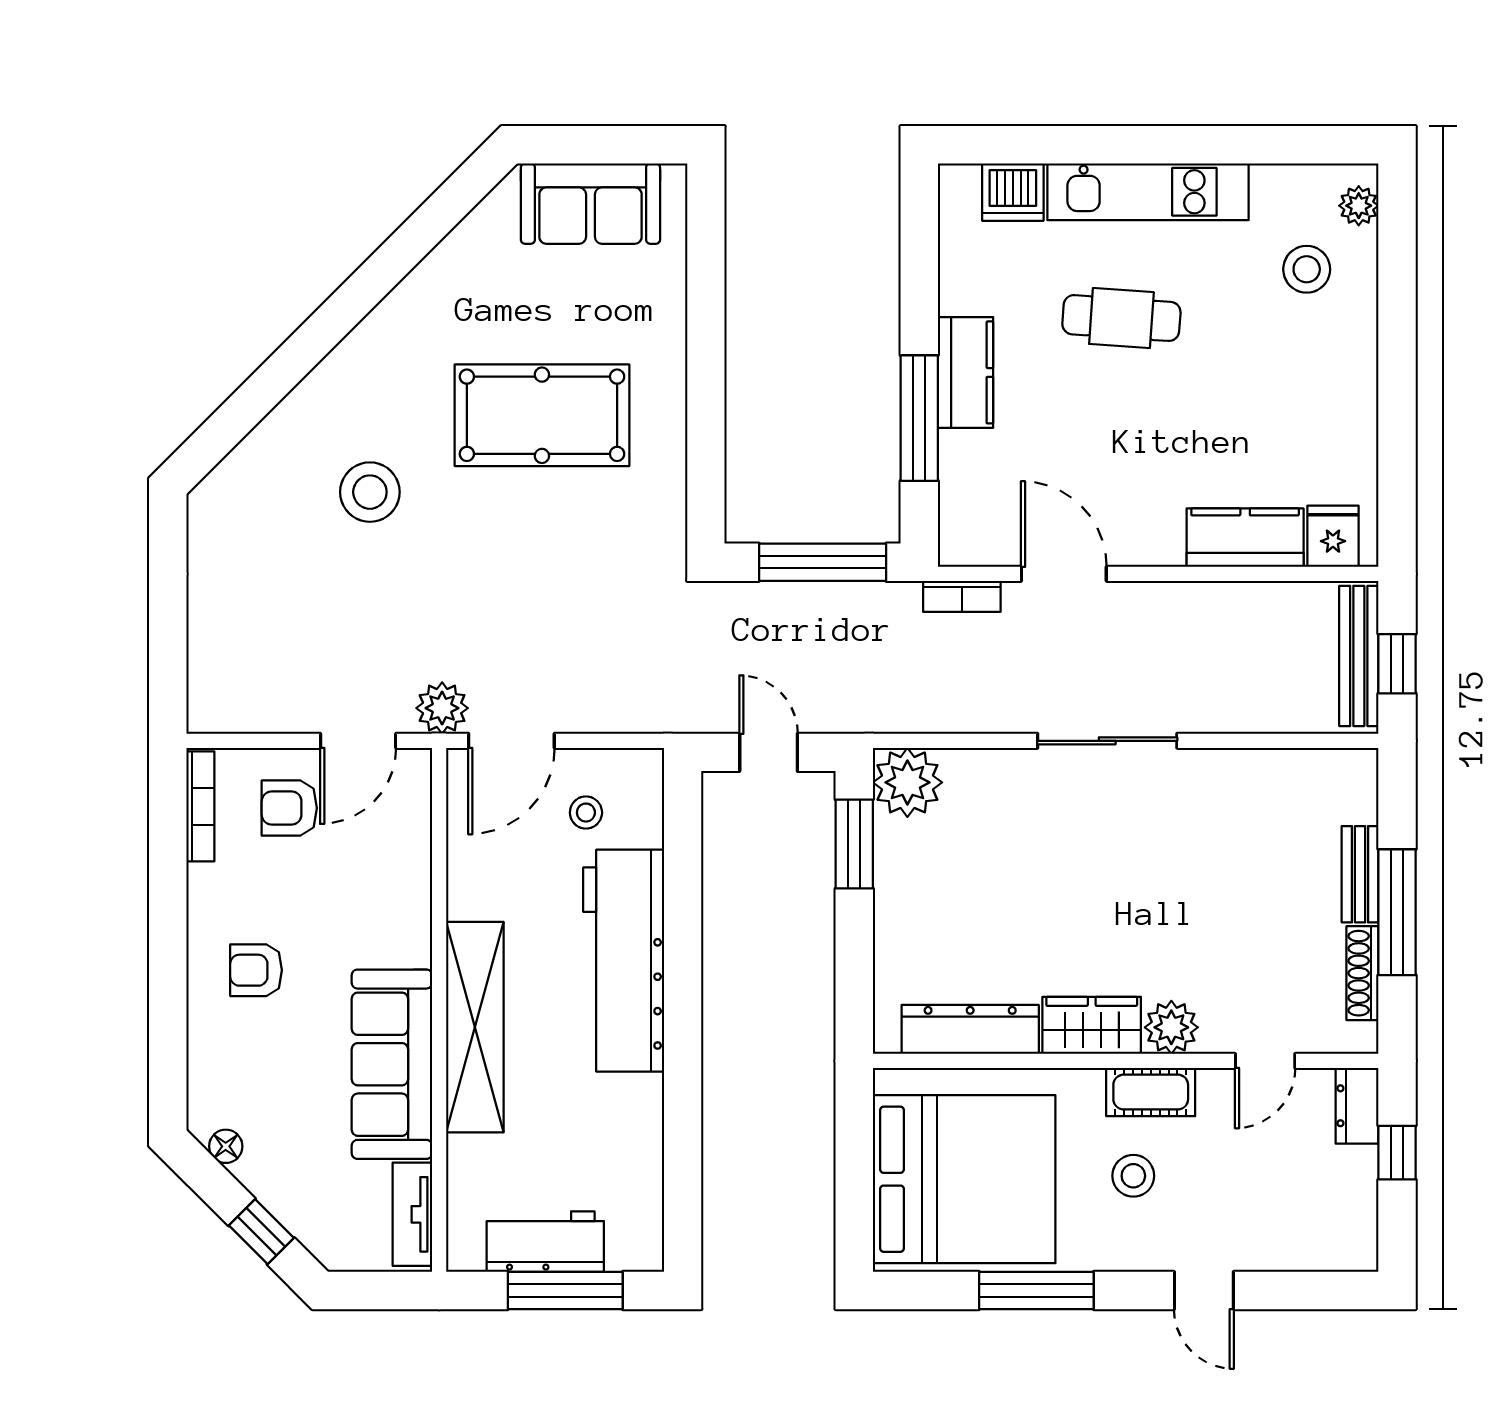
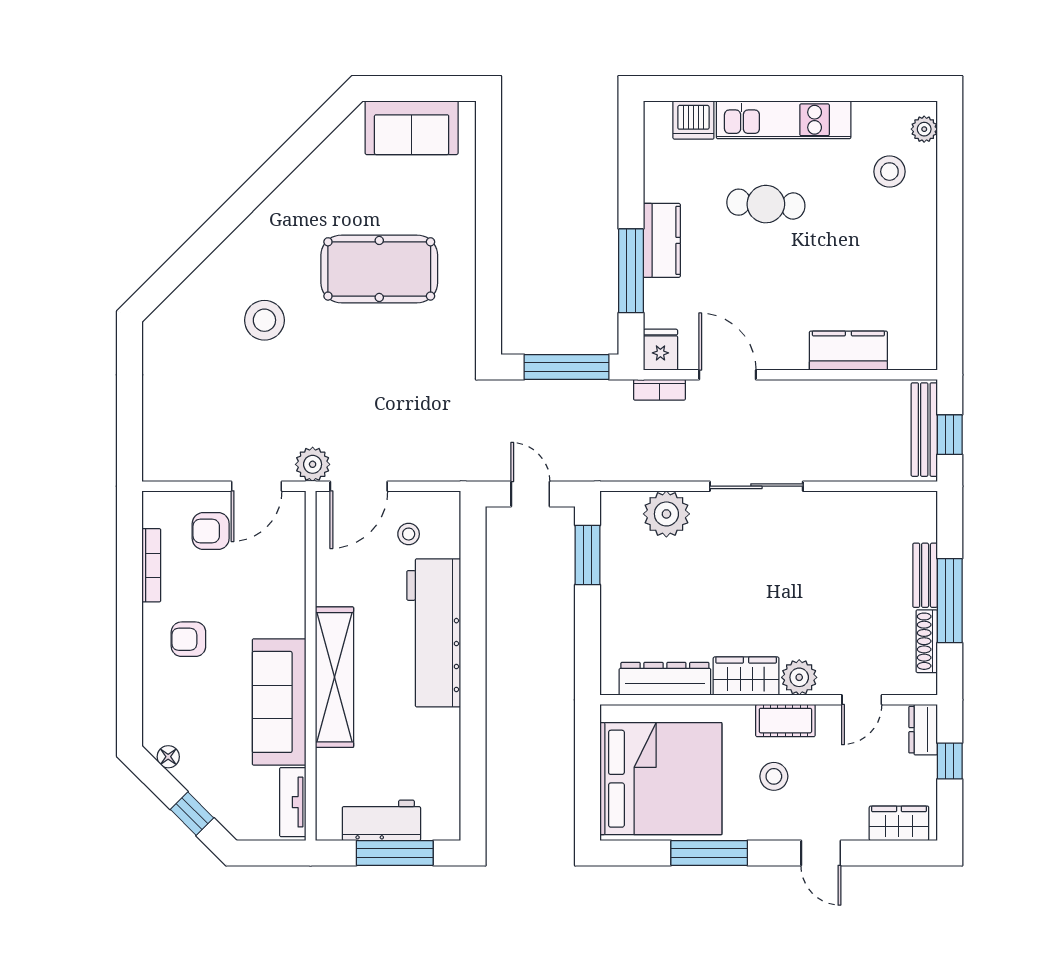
fridge: (1333, 536) -> (660, 350), moved
plant: (907, 782) -> (666, 514), moved
bookcase: (200, 806) -> (151, 565), moved
wardrobe: (1321, 1246) -> (899, 823), added

